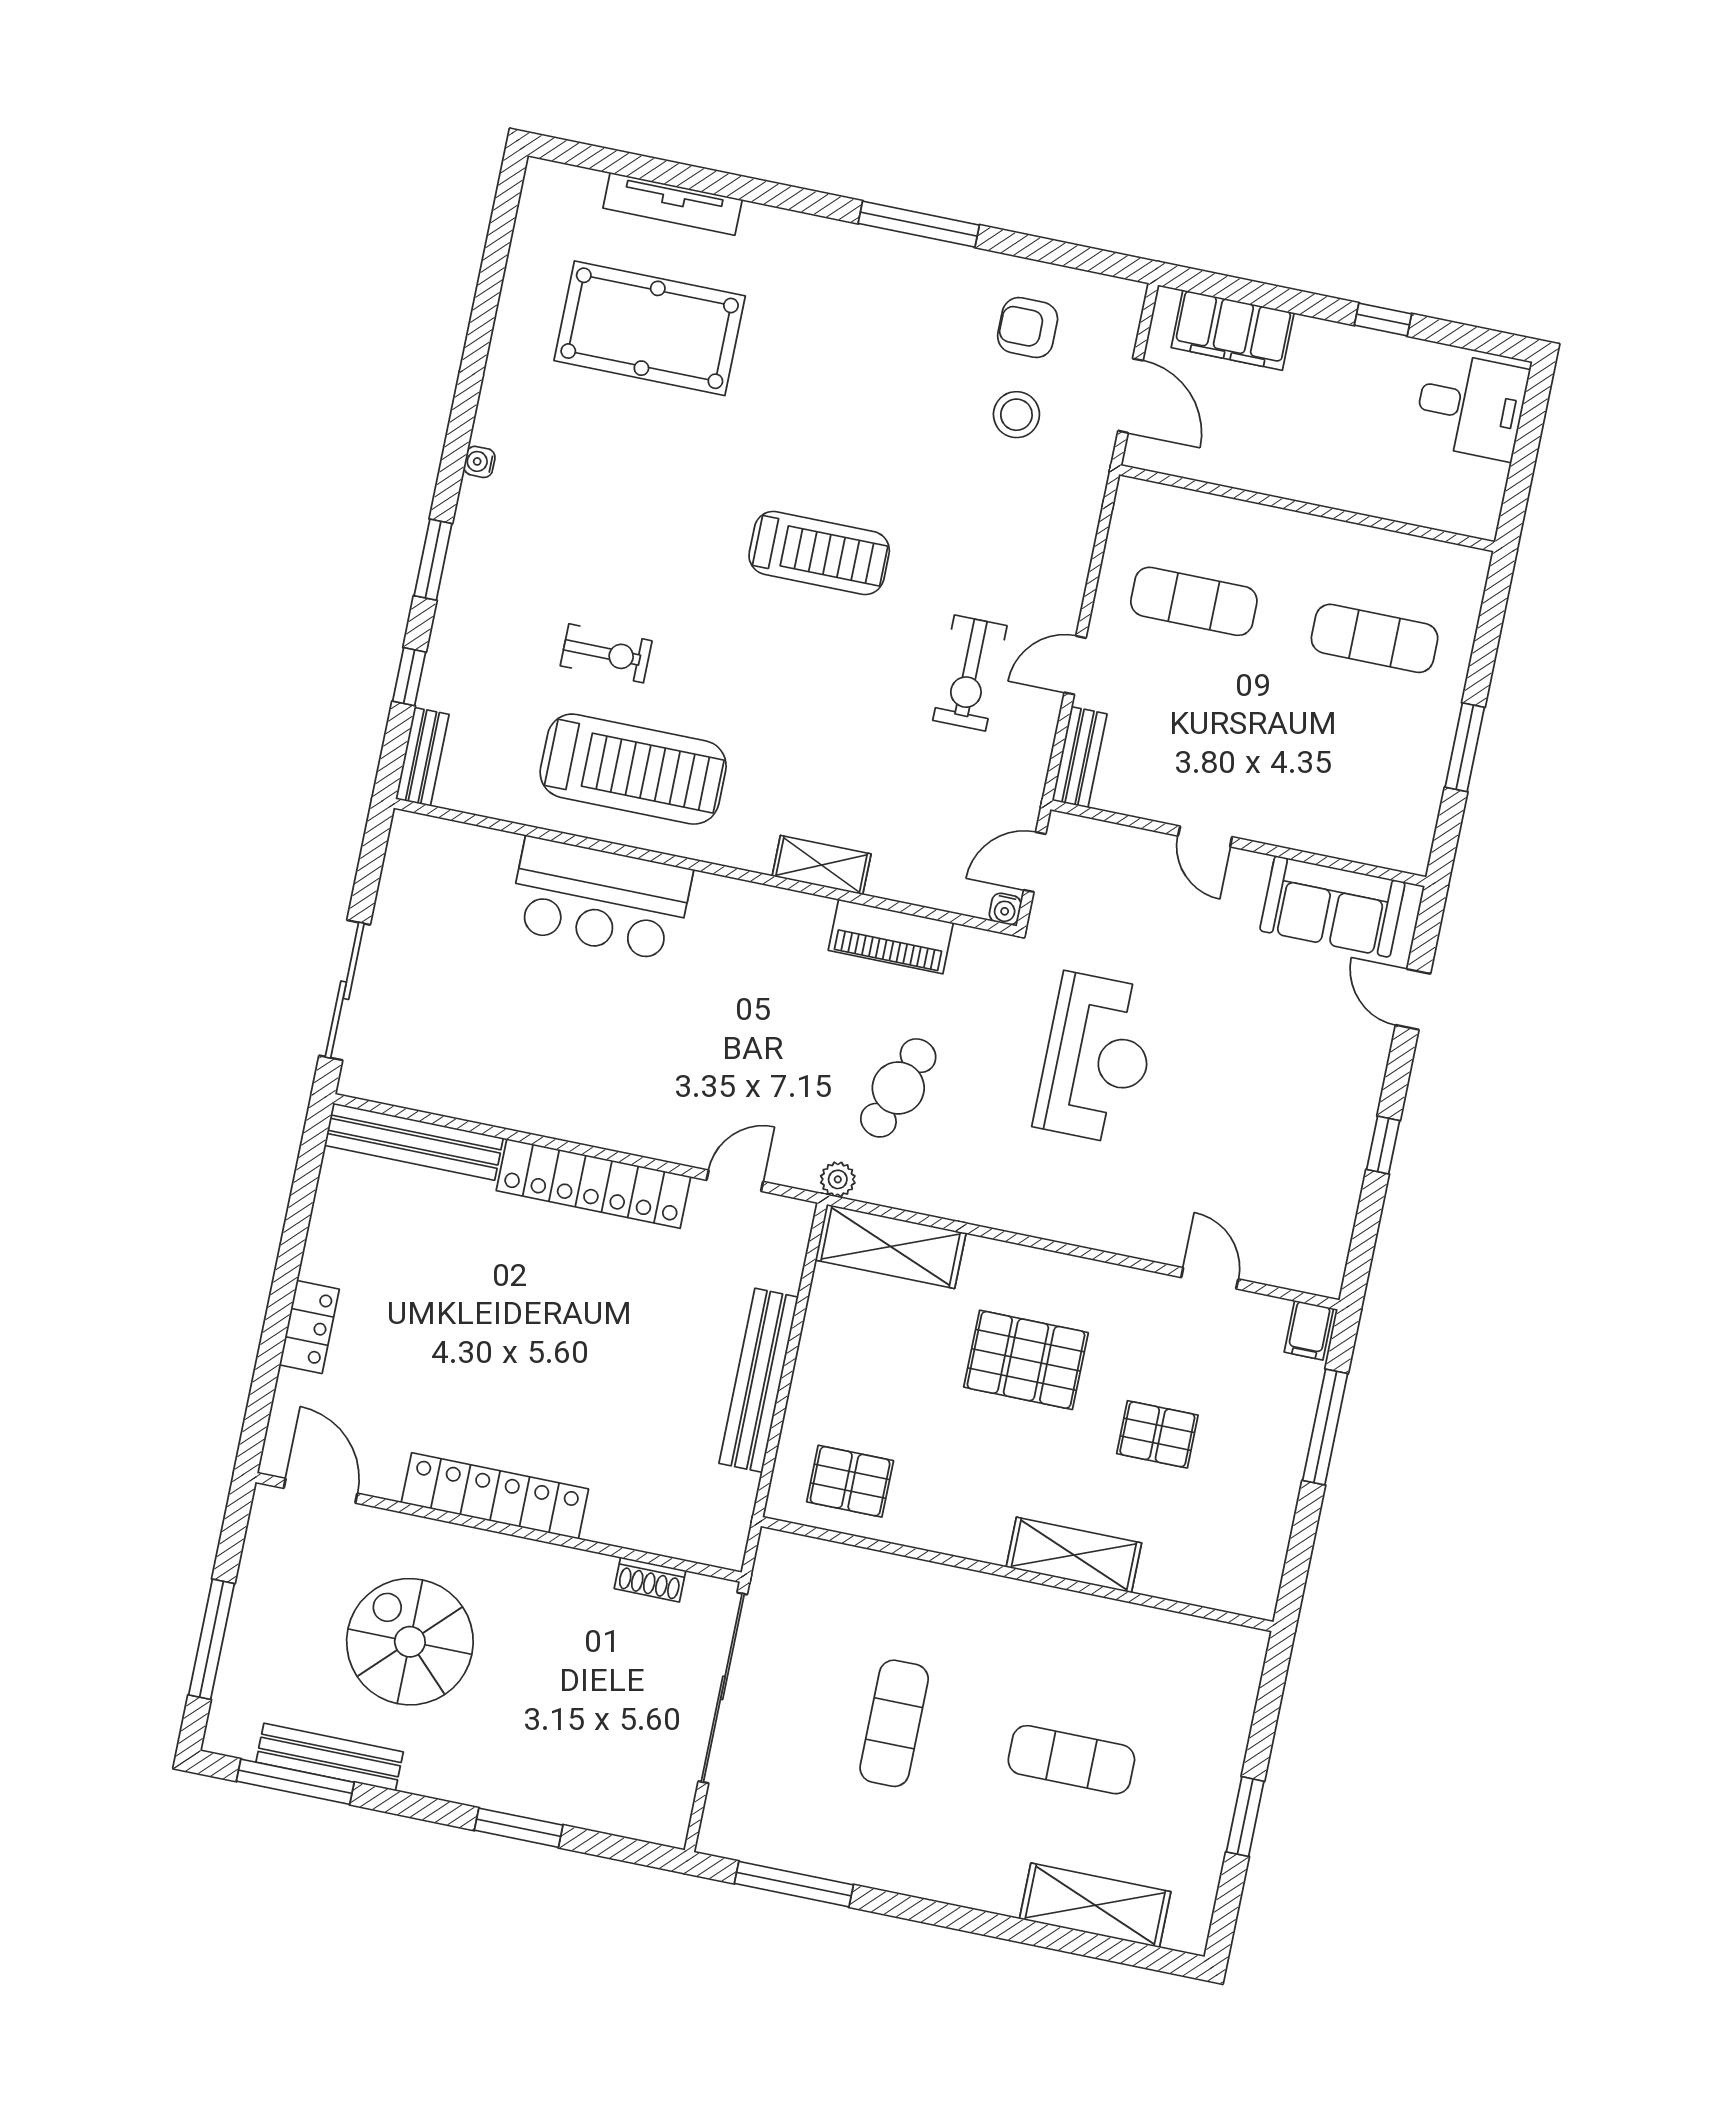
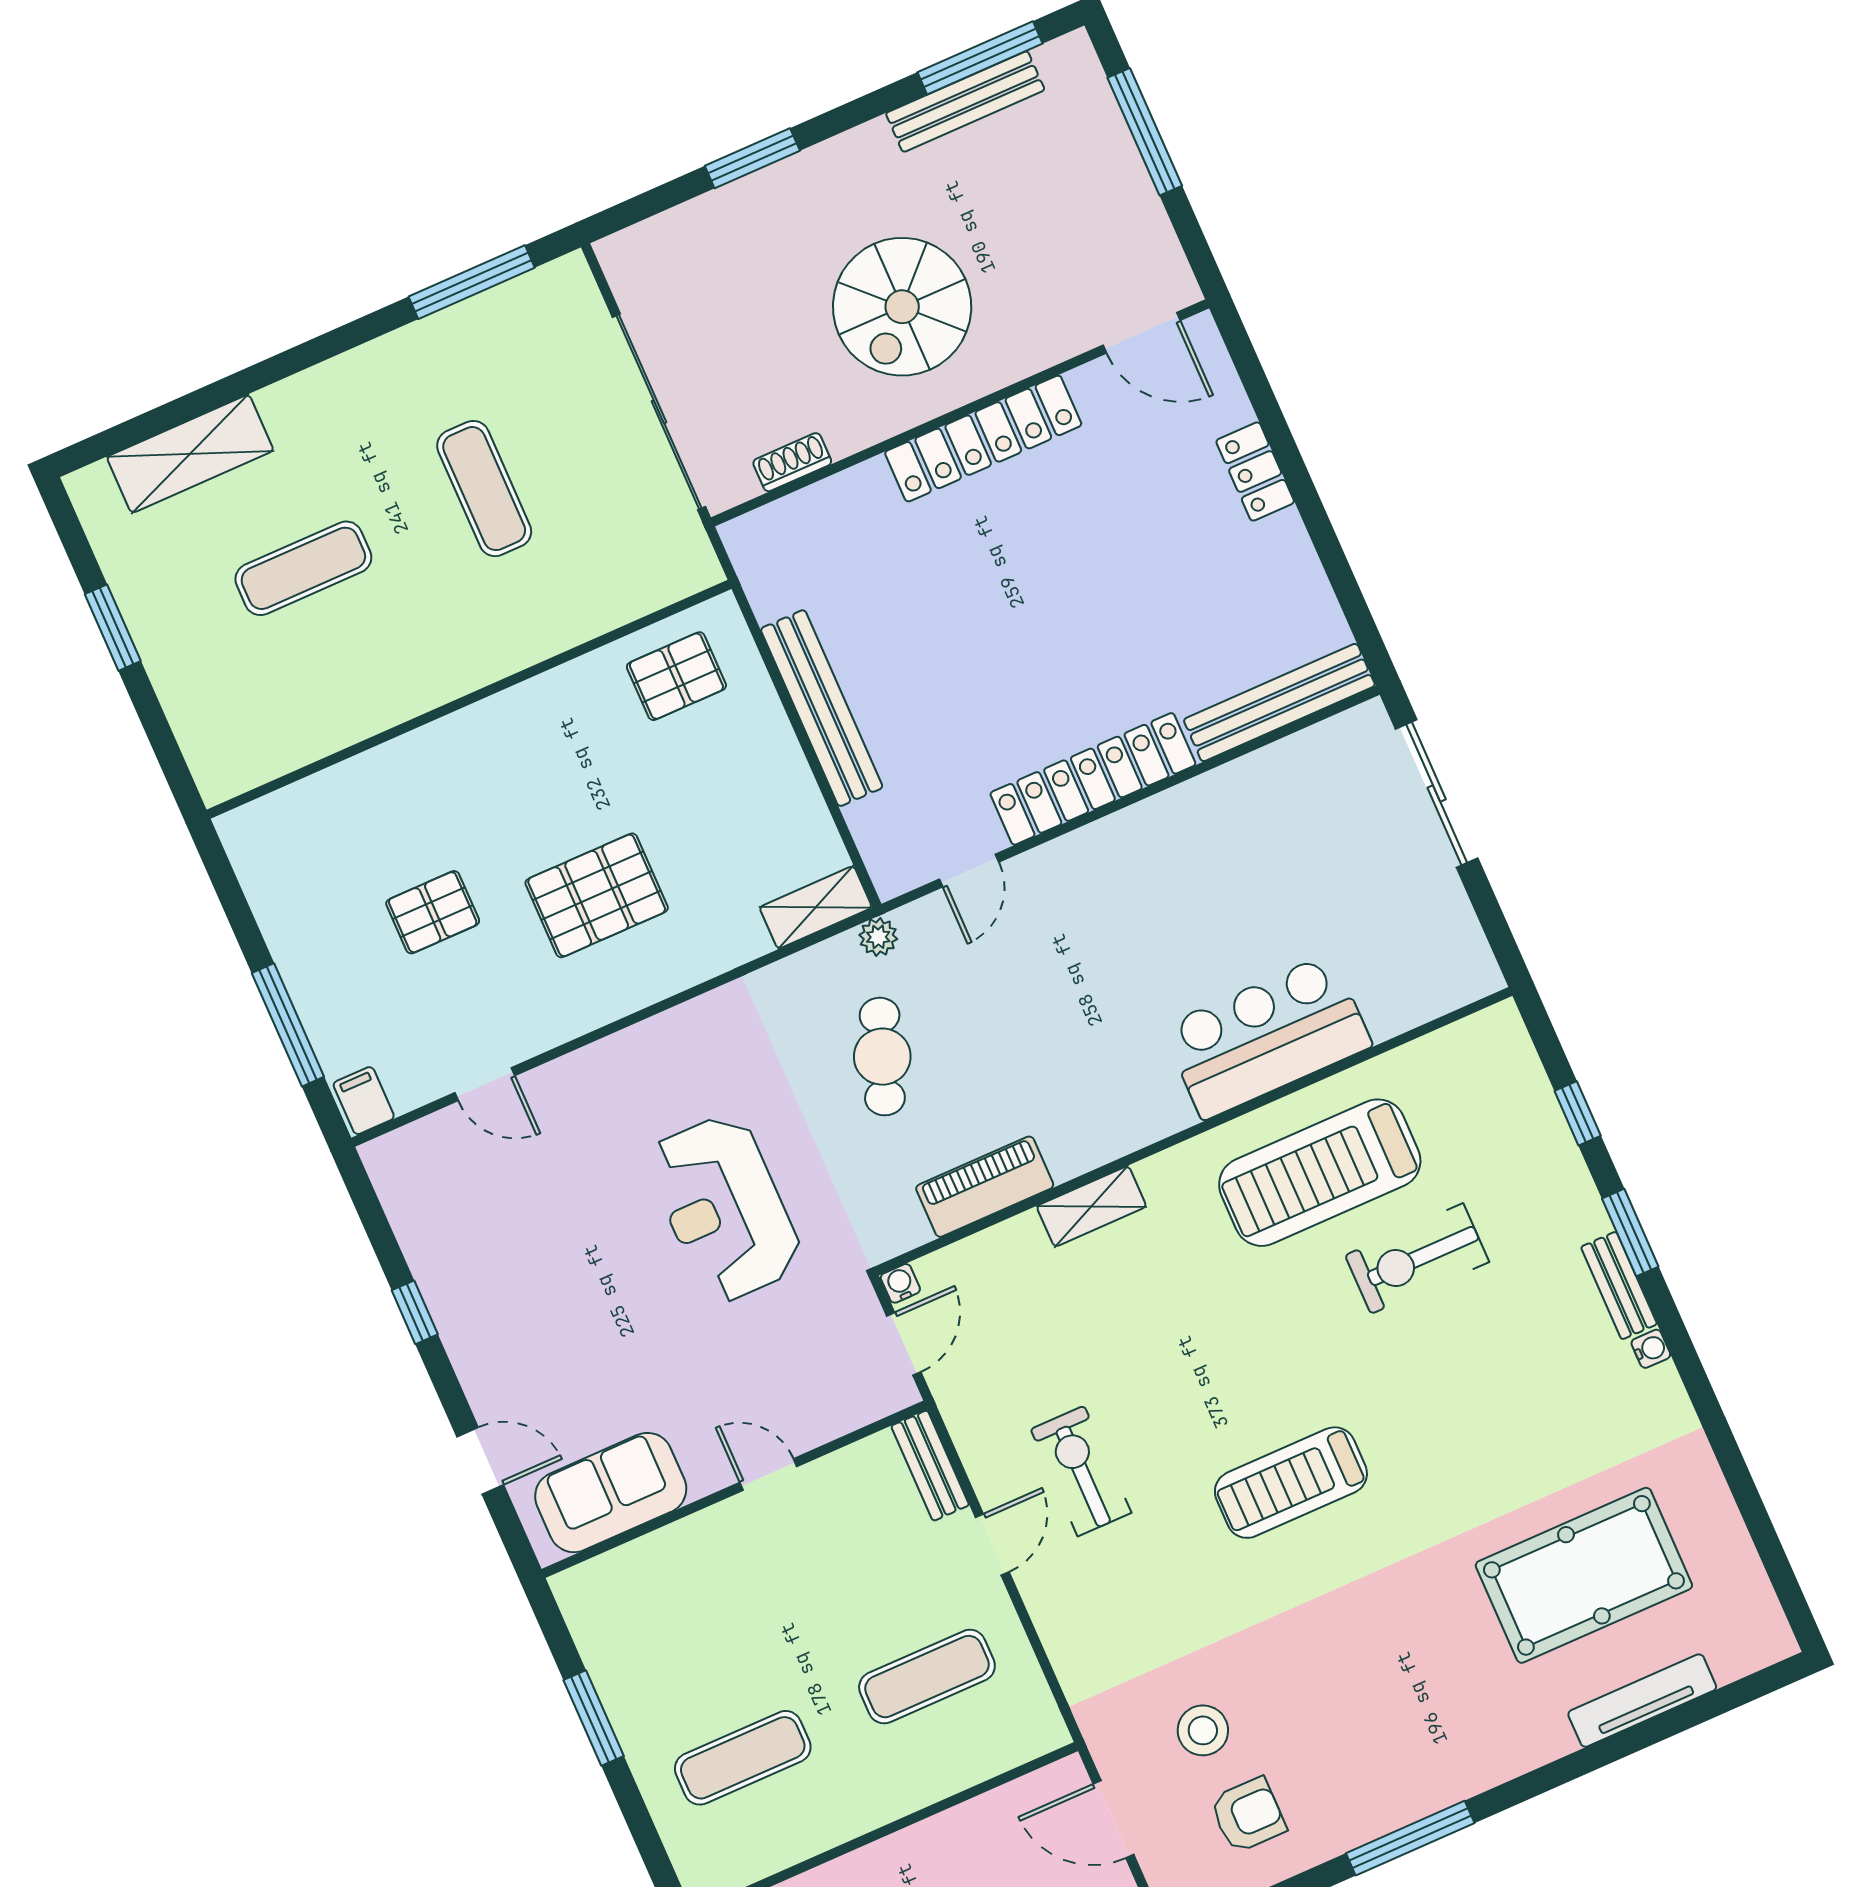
exercise bike: (606, 653) -> (1417, 1259), width x1.38, depth x1.39
bench: (422, 757) -> (1619, 1286), moved
shelving: (891, 1246) -> (816, 907), width x0.67, depth x0.75
shelving: (1074, 1555) -> (431, 752), removed
spiral stairs: (410, 1642) -> (902, 307), moved, turned 90

